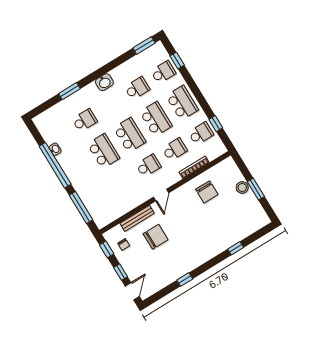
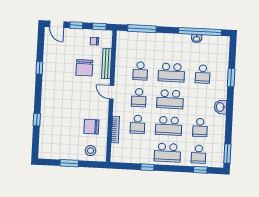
window: (216, 124) -> (147, 167), moved
school desk: (201, 134) -> (140, 71), moved
window: (55, 165) -> (200, 32), moved
stool: (242, 187) -> (91, 151), moved

